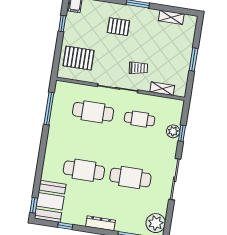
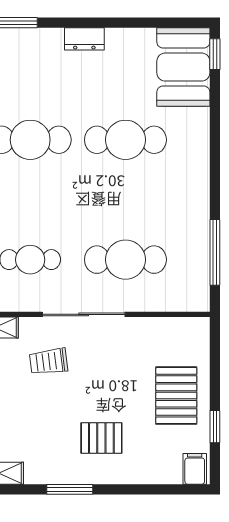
pallet: (79, 58) -> (176, 396), moved, turned 90
dresser: (100, 223) -> (84, 39), width x0.70
window: (65, 226) -> (145, 23), removed

